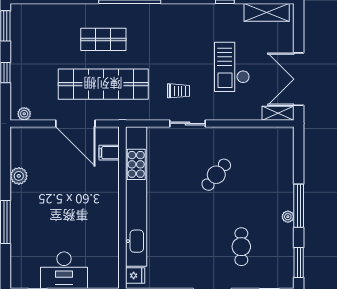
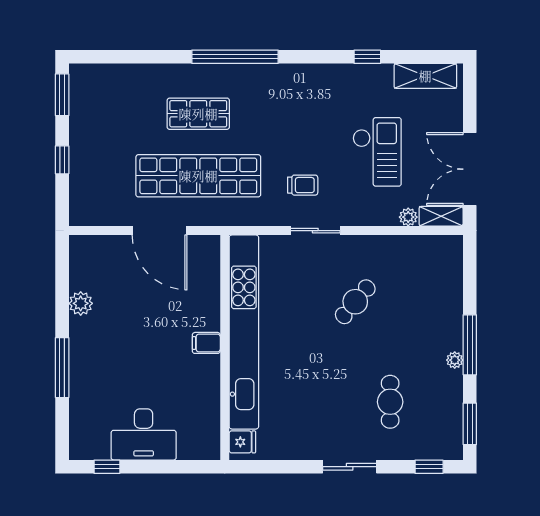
checkout: (232, 67) -> (377, 152), turned 180
plant: (24, 114) -> (408, 217), moved
filing cabinet: (109, 153) -> (206, 343), moved

